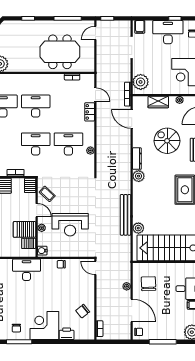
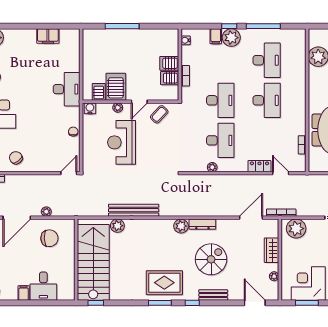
door: (95, 95) -> (281, 173), swing flipped
spiral stairs: (167, 141) -> (211, 259), moved
server rack: (30, 185) -> (170, 78), moved

